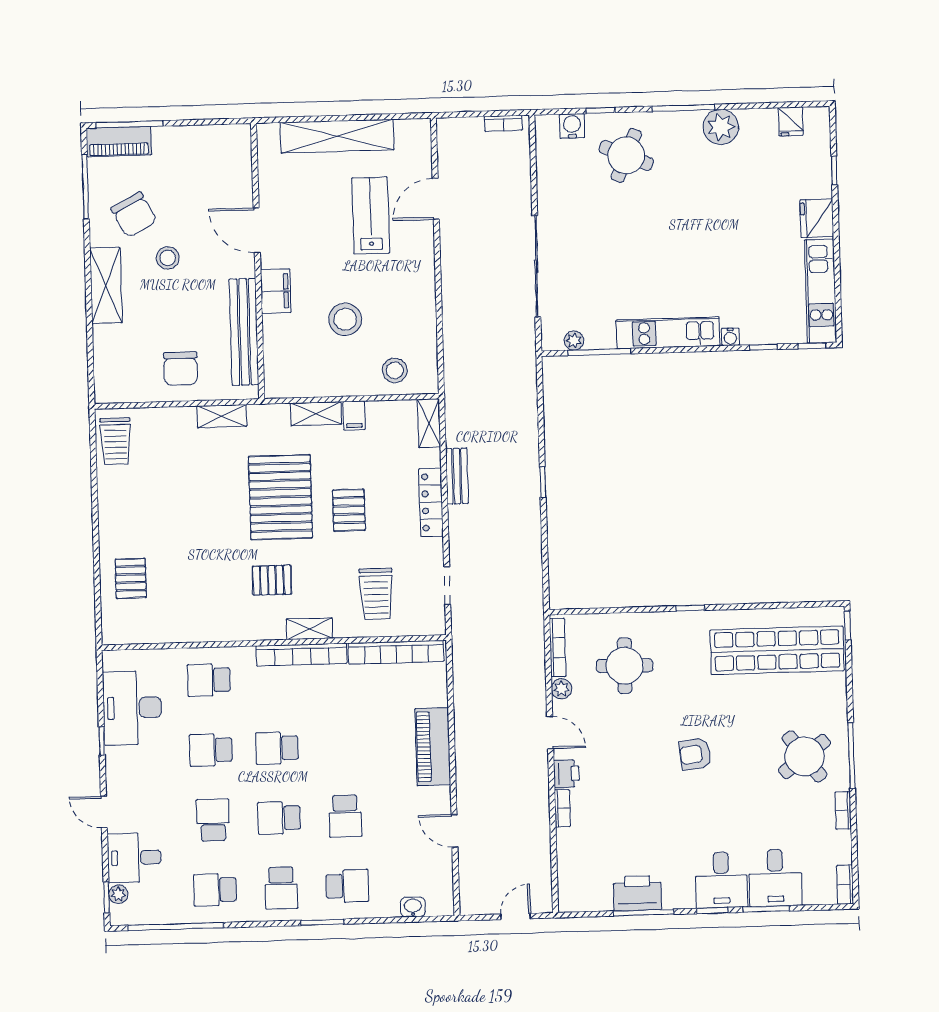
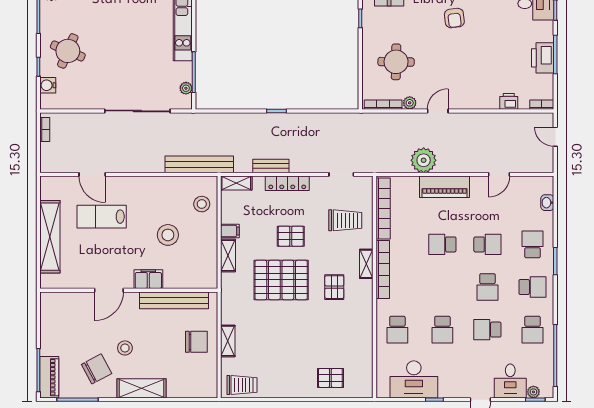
bench: (456, 365) -> (199, 164), added
shelving: (222, 416) -> (228, 341), moved
plant: (473, 713) -> (424, 160), added
school desk: (277, 748) -> (442, 244), moved, turned 90
printer: (566, 774) -> (509, 101), moved
bookcase: (562, 808) -> (542, 105), moved

